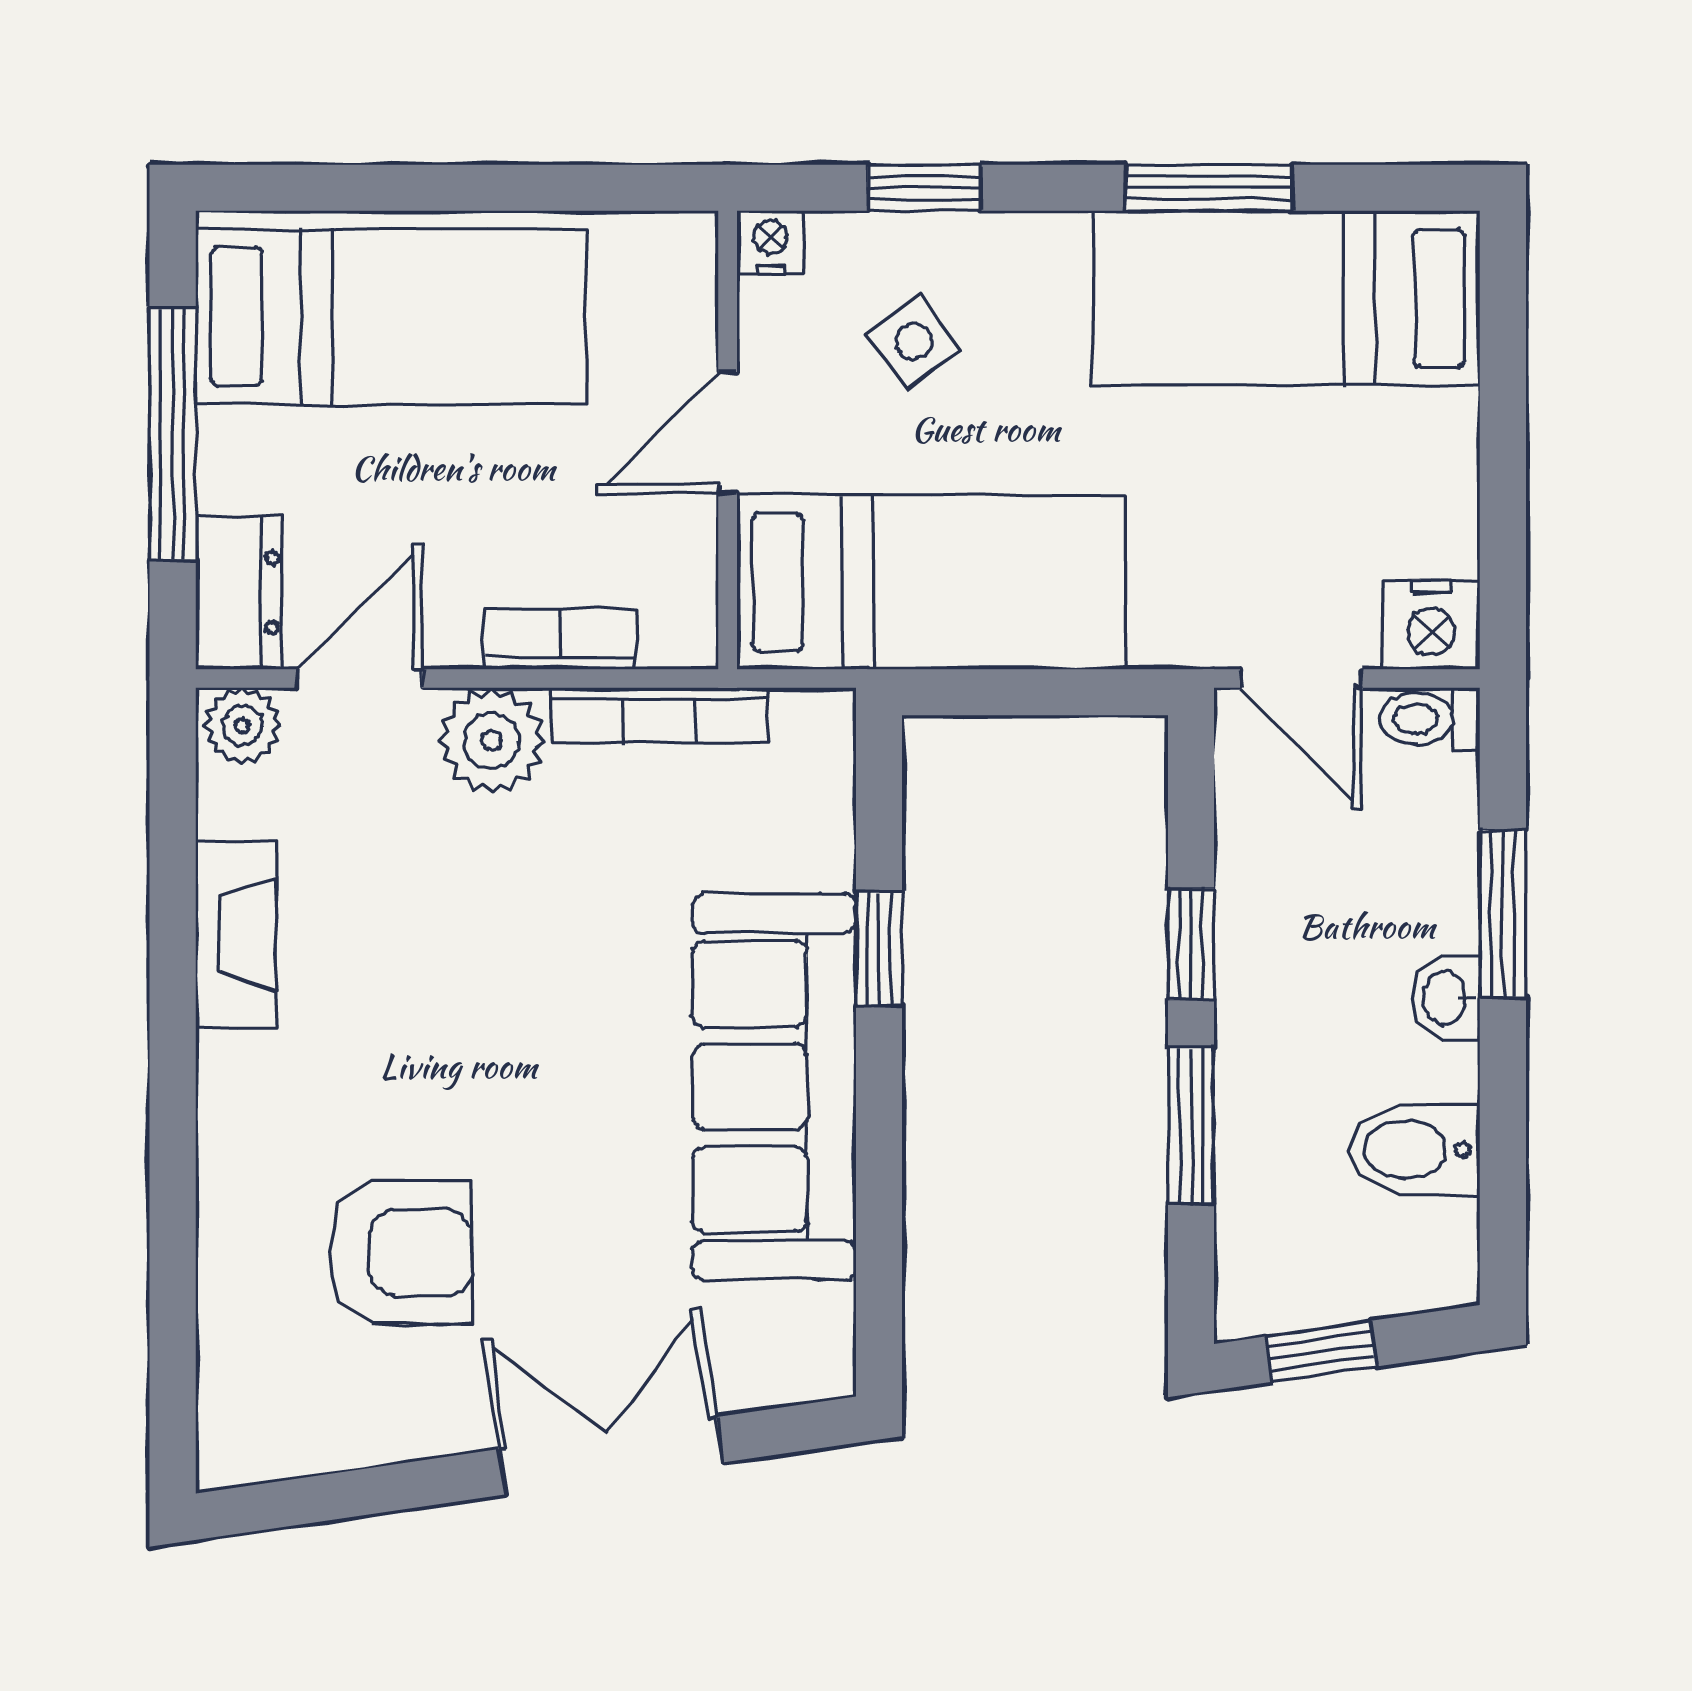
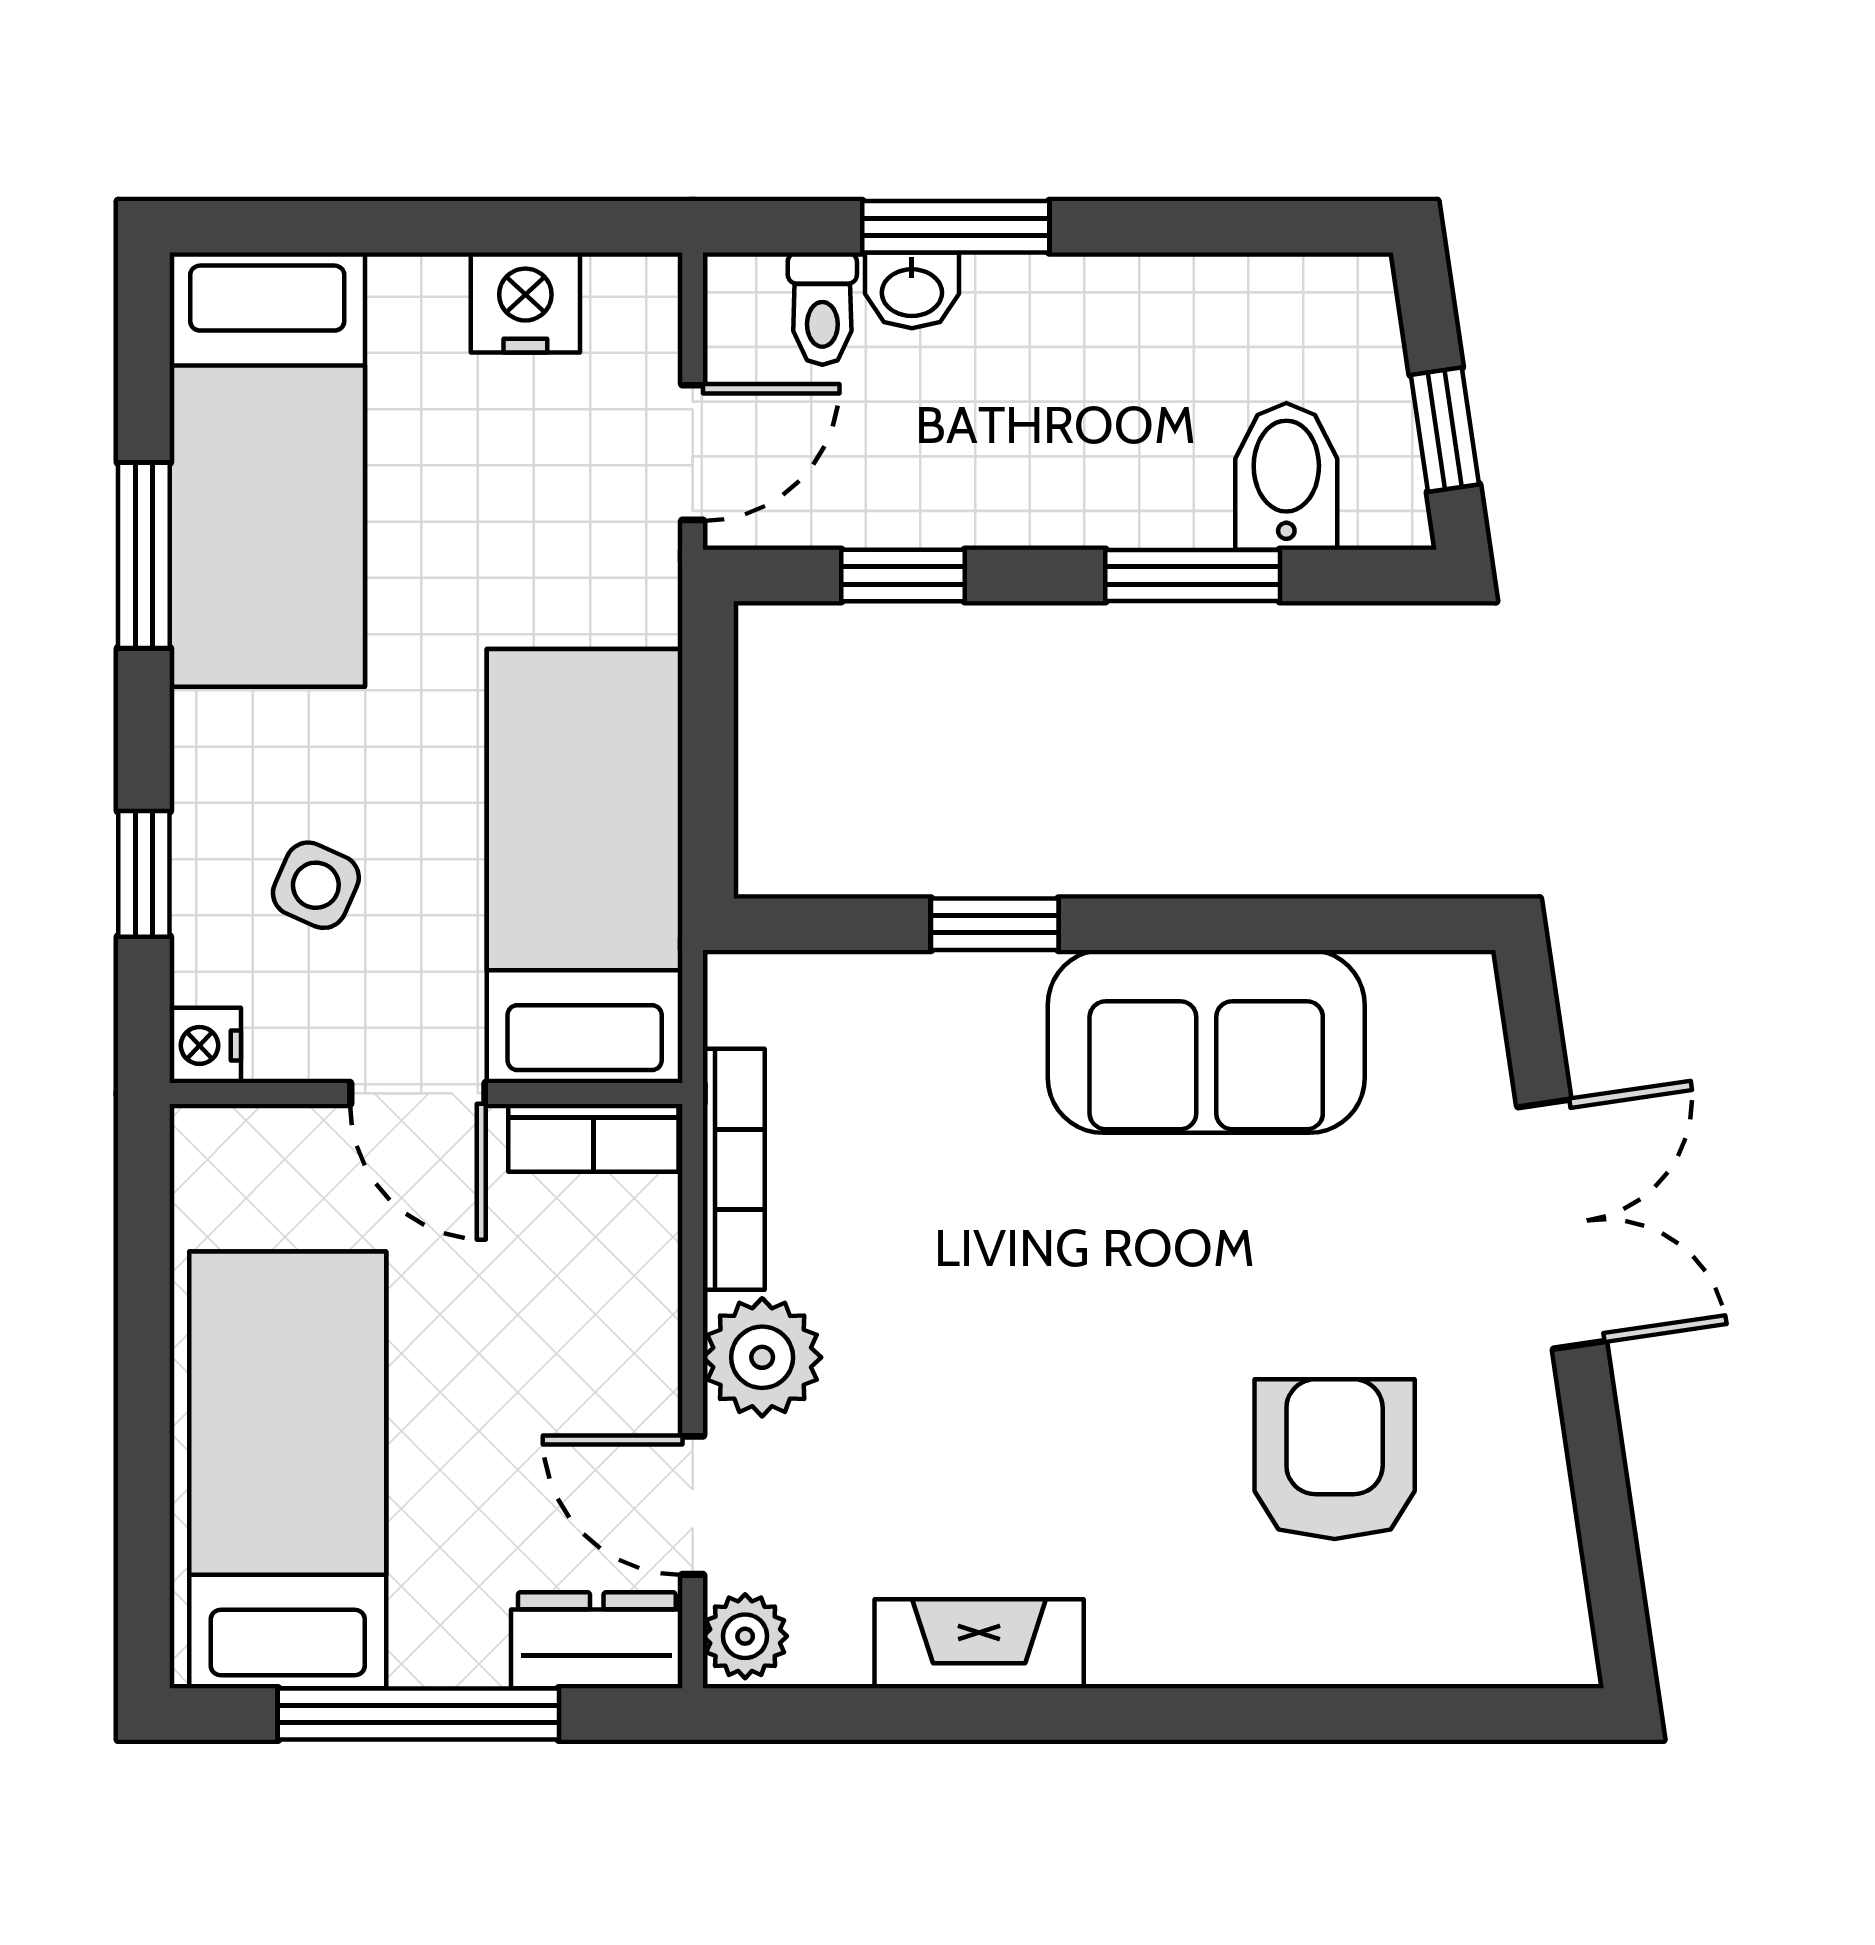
side table: (914, 342) -> (316, 885), turned -30
nightstand: (1431, 625) -> (525, 303), moved, turned -90
bookcase: (560, 639) -> (593, 1138), moved, turned -90
toilet: (1430, 719) -> (822, 309), moved
window: (1191, 944) -> (903, 576), moved
washbasin: (1446, 997) -> (912, 290), moved
sofa: (774, 1087) -> (1206, 1041), width x0.73
bidet: (1414, 1150) -> (1286, 476), moved, turned 180
double door: (611, 1456) -> (1562, 1224), swing flipped

